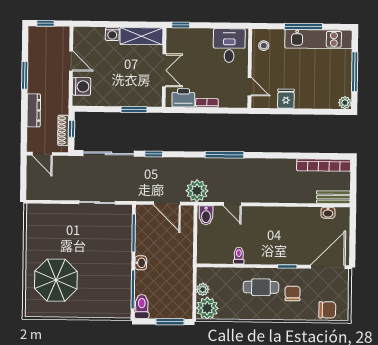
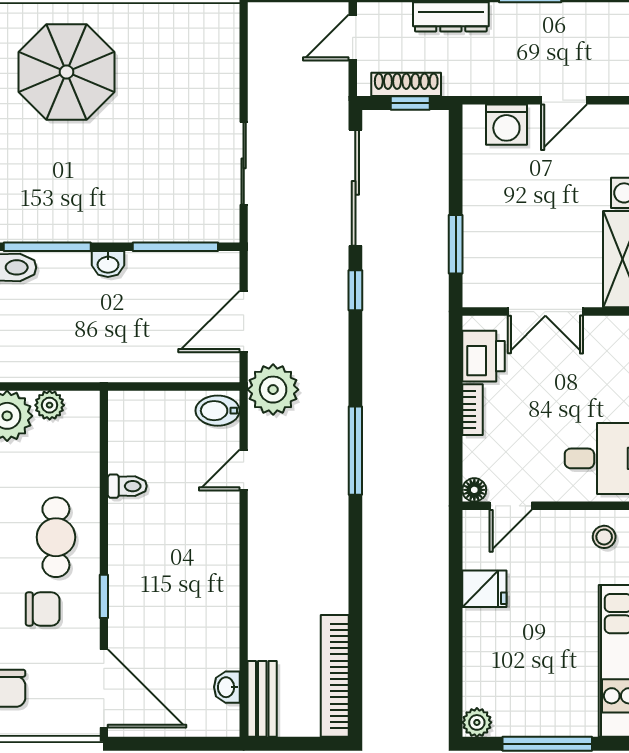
floor lamp: (242, 103) -> (474, 490), added

